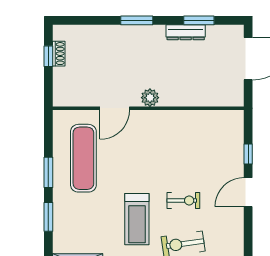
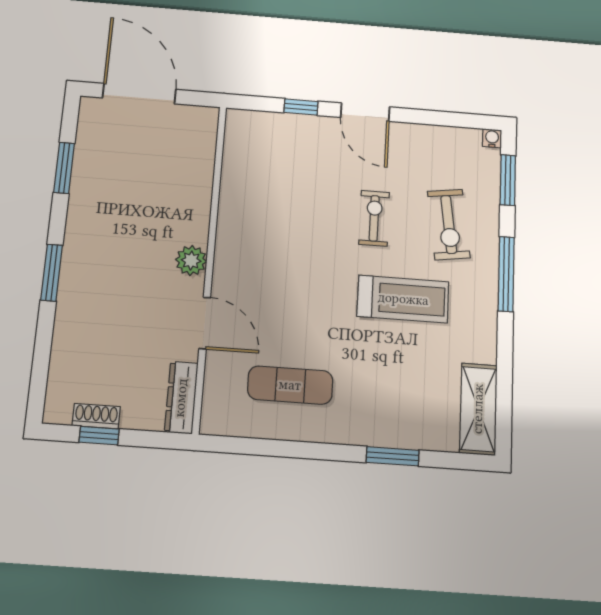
dresser: (186, 32) -> (181, 398), moved, turned 180
exercise mat: (83, 158) -> (290, 385), width x0.73, depth x0.69
window: (48, 172) -> (312, 451), removed

